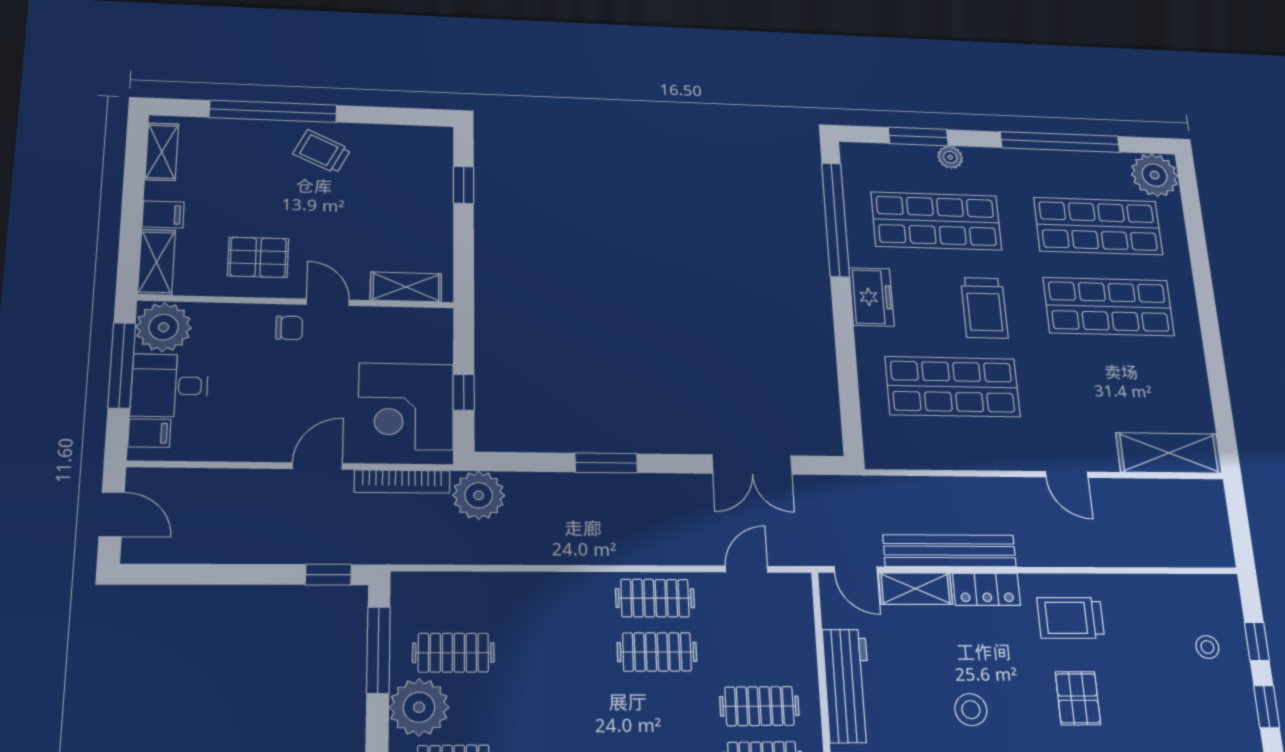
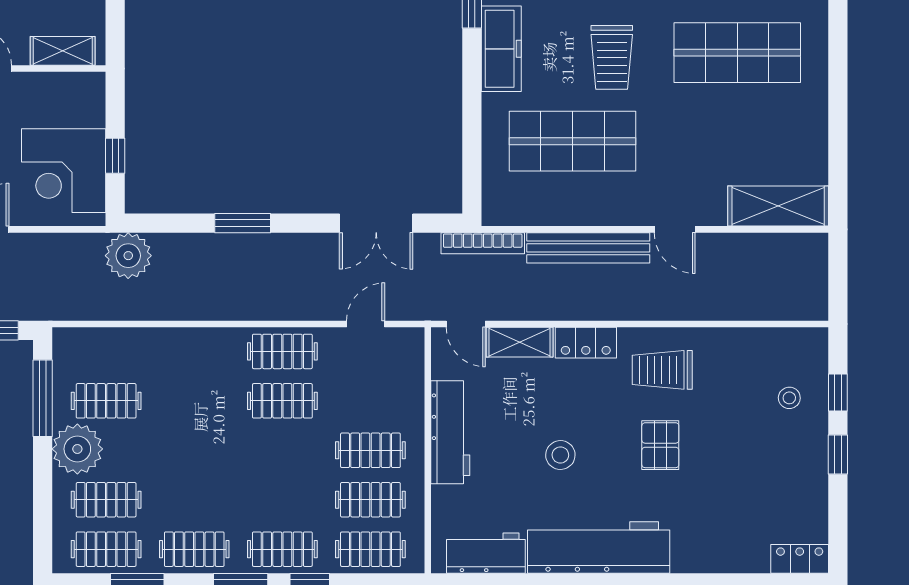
freezer: (871, 297) -> (501, 49), width x1.40
bookcase: (402, 482) -> (483, 243), moved
bench: (950, 551) -> (588, 248), moved

